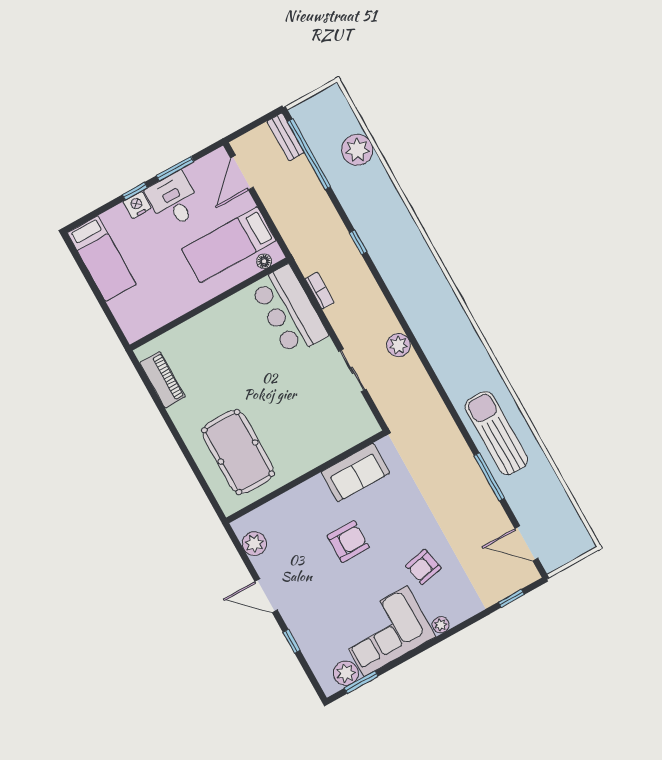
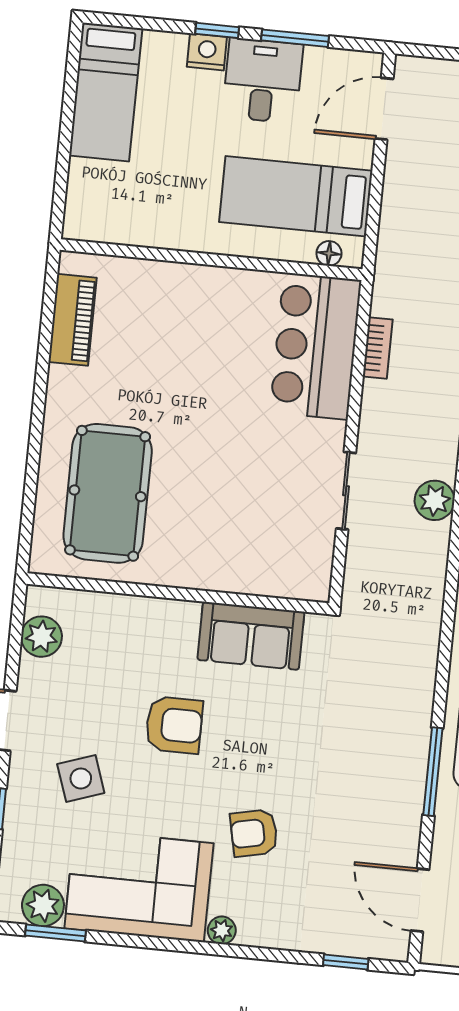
side table: (321, 599) -> (81, 778), added

